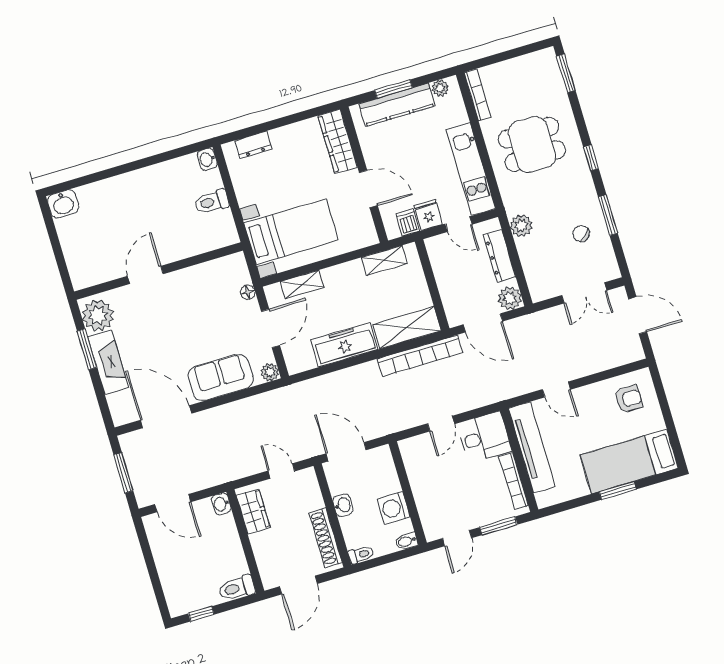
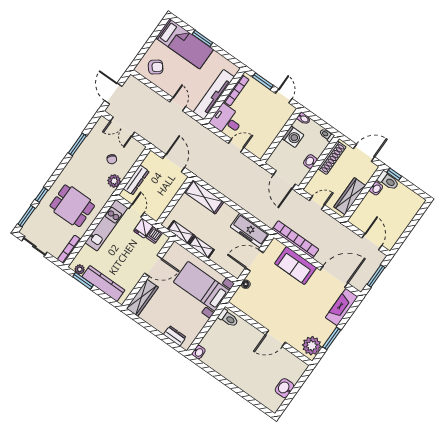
sliding door: (518, 52) -> (34, 246), added
window: (394, 89) -> (83, 281), moved
window: (591, 158) -> (41, 195), moved
door: (368, 189) -> (153, 266), swing flipped
toilet: (212, 202) -> (228, 318), moved
washbasin: (63, 204) -> (285, 388), moved, turned -90
chair: (581, 234) -> (112, 159), moved
shelving: (302, 284) -> (201, 247), moved
double door: (584, 293) -> (122, 127), swing flipped
plant: (510, 298) -> (152, 160), removed
freezer: (344, 345) -> (250, 231), moved
bookcase: (420, 356) -> (295, 239), moved
fireplace: (108, 362) -> (342, 307), moved
plant: (270, 372) -> (275, 245), removed
armchair: (629, 399) -> (156, 67), turned 142
door: (166, 417) -> (334, 277), swing flipped
door: (281, 471) -> (317, 203), swing flipped
washbasin: (221, 504) -> (376, 188), moved
wardrobe: (253, 511) -> (350, 196), width x1.50
door: (457, 538) -> (284, 96), hinge flipped
window: (201, 614) -> (394, 174), moved

